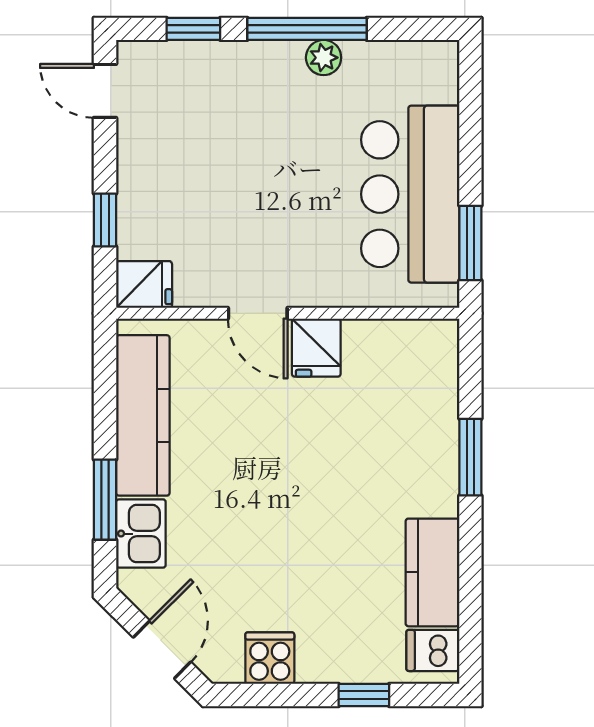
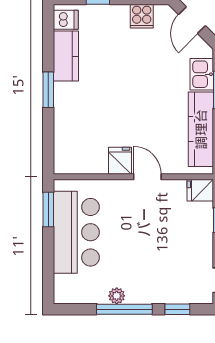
window: (470, 457) -> (48, 90), moved

